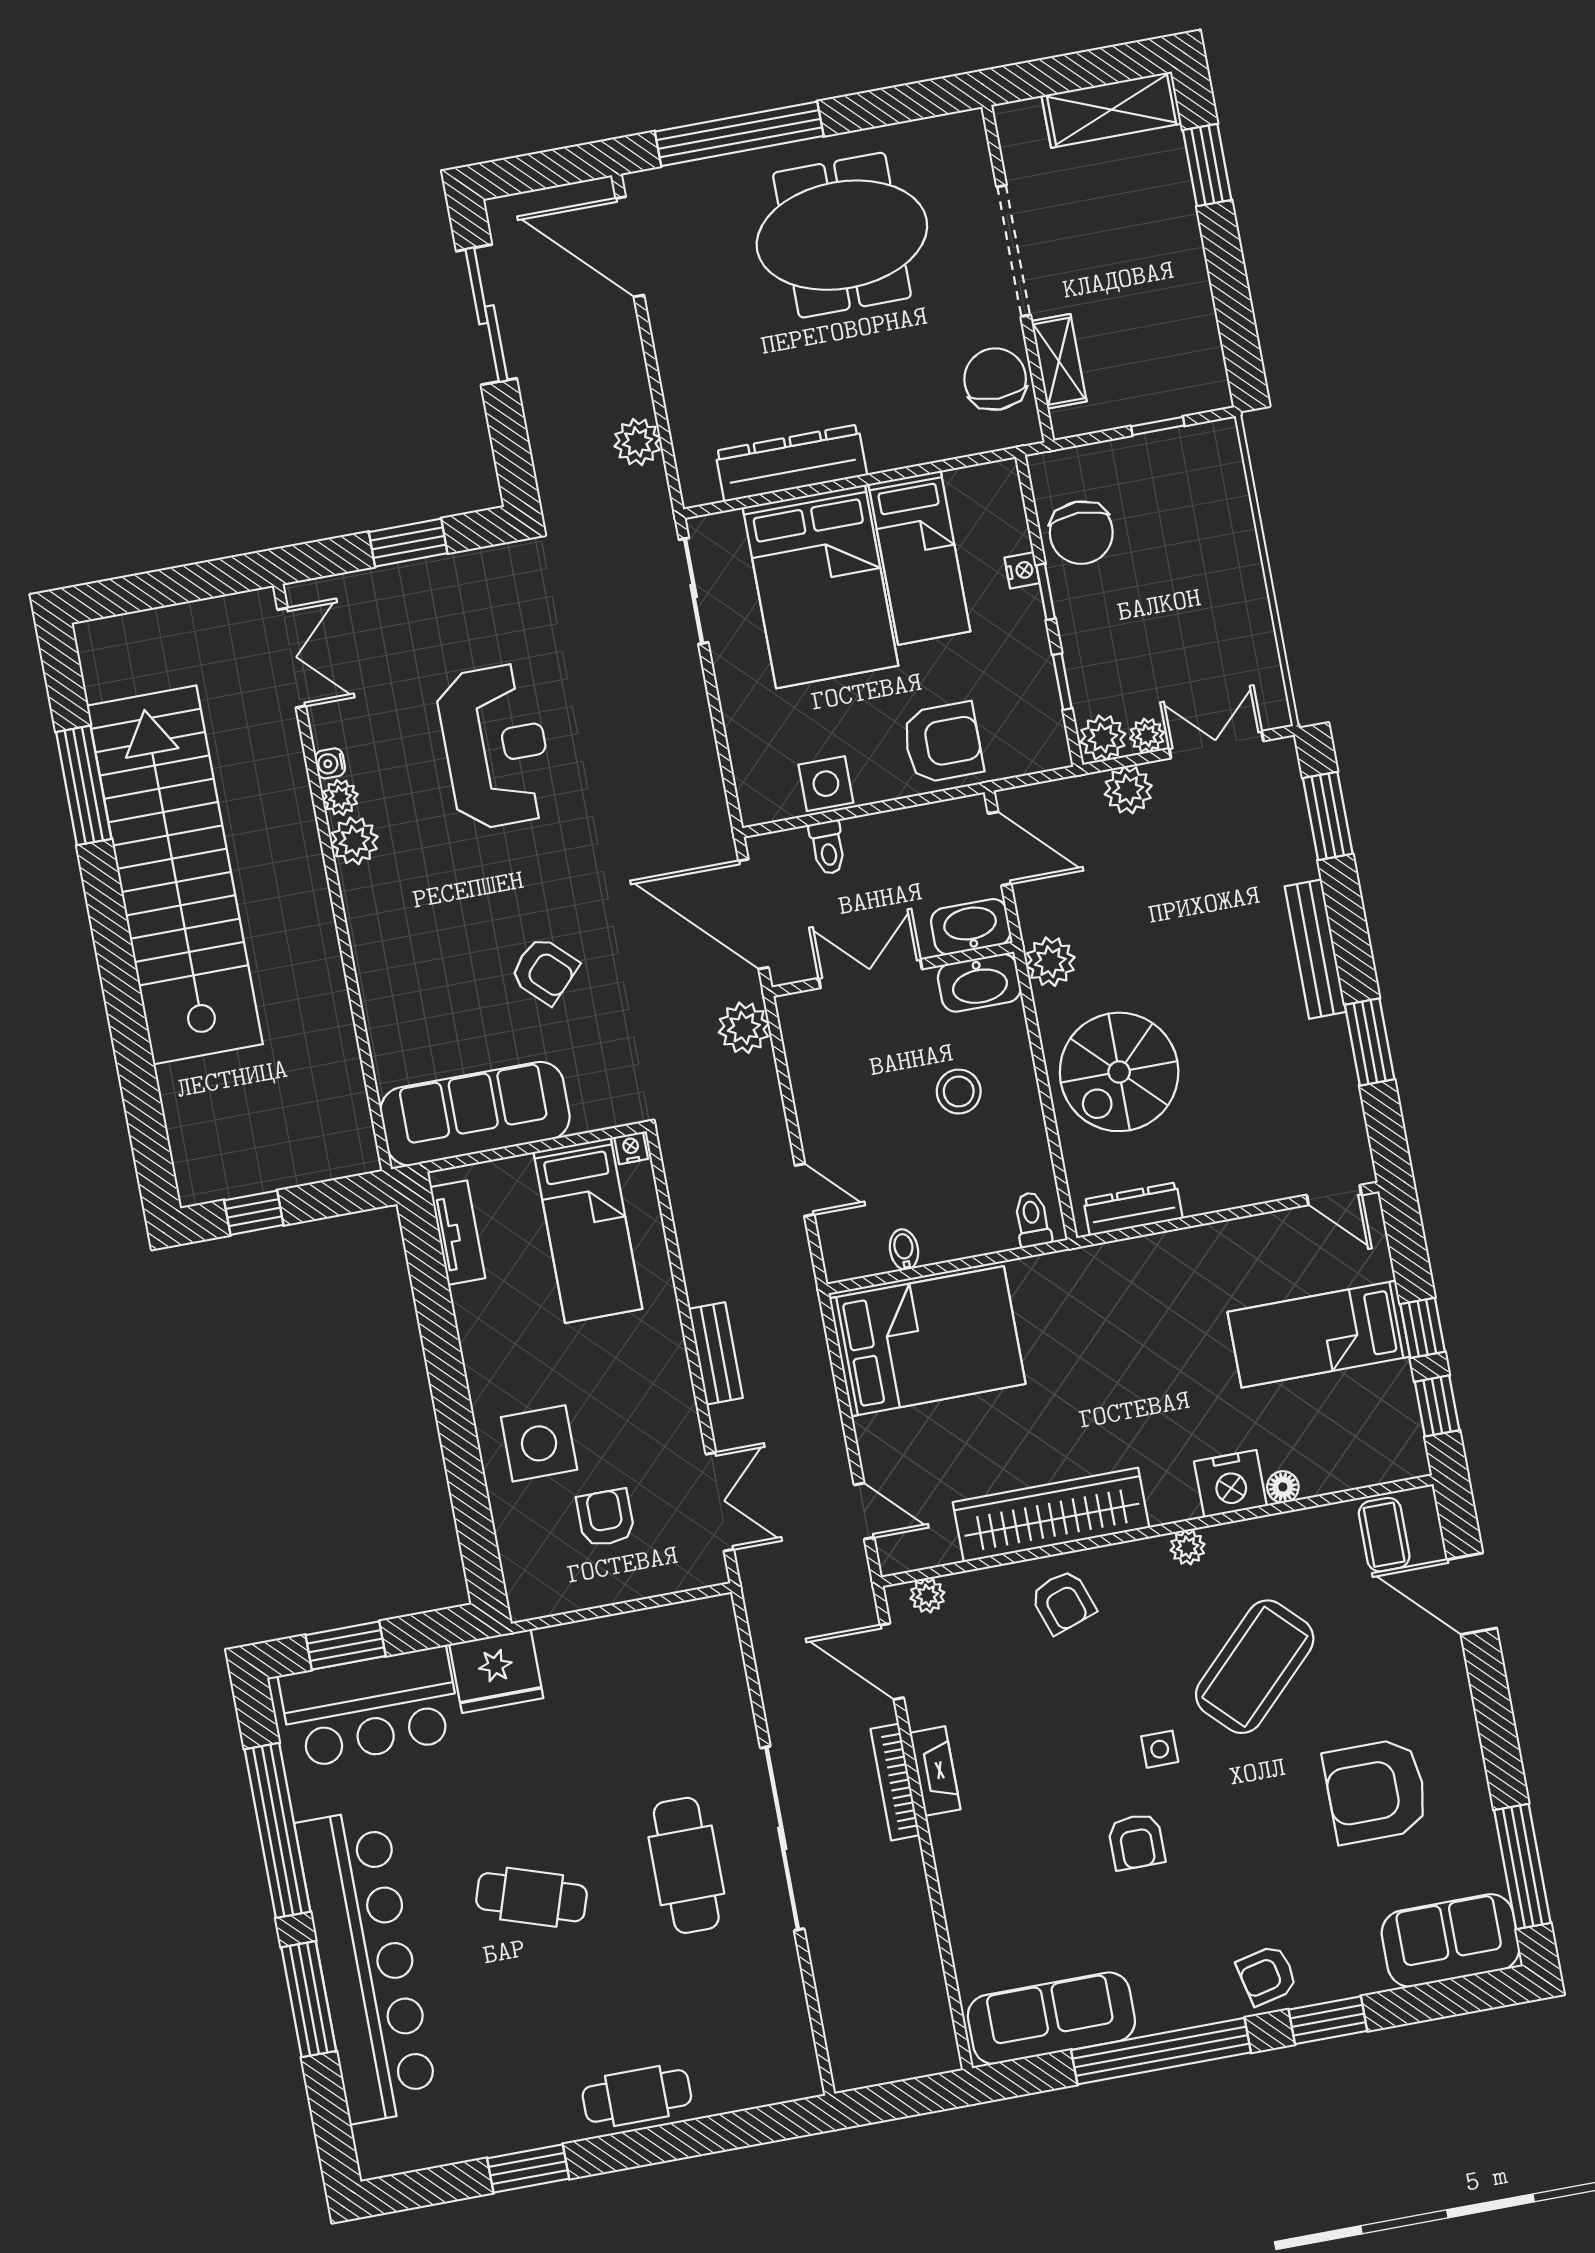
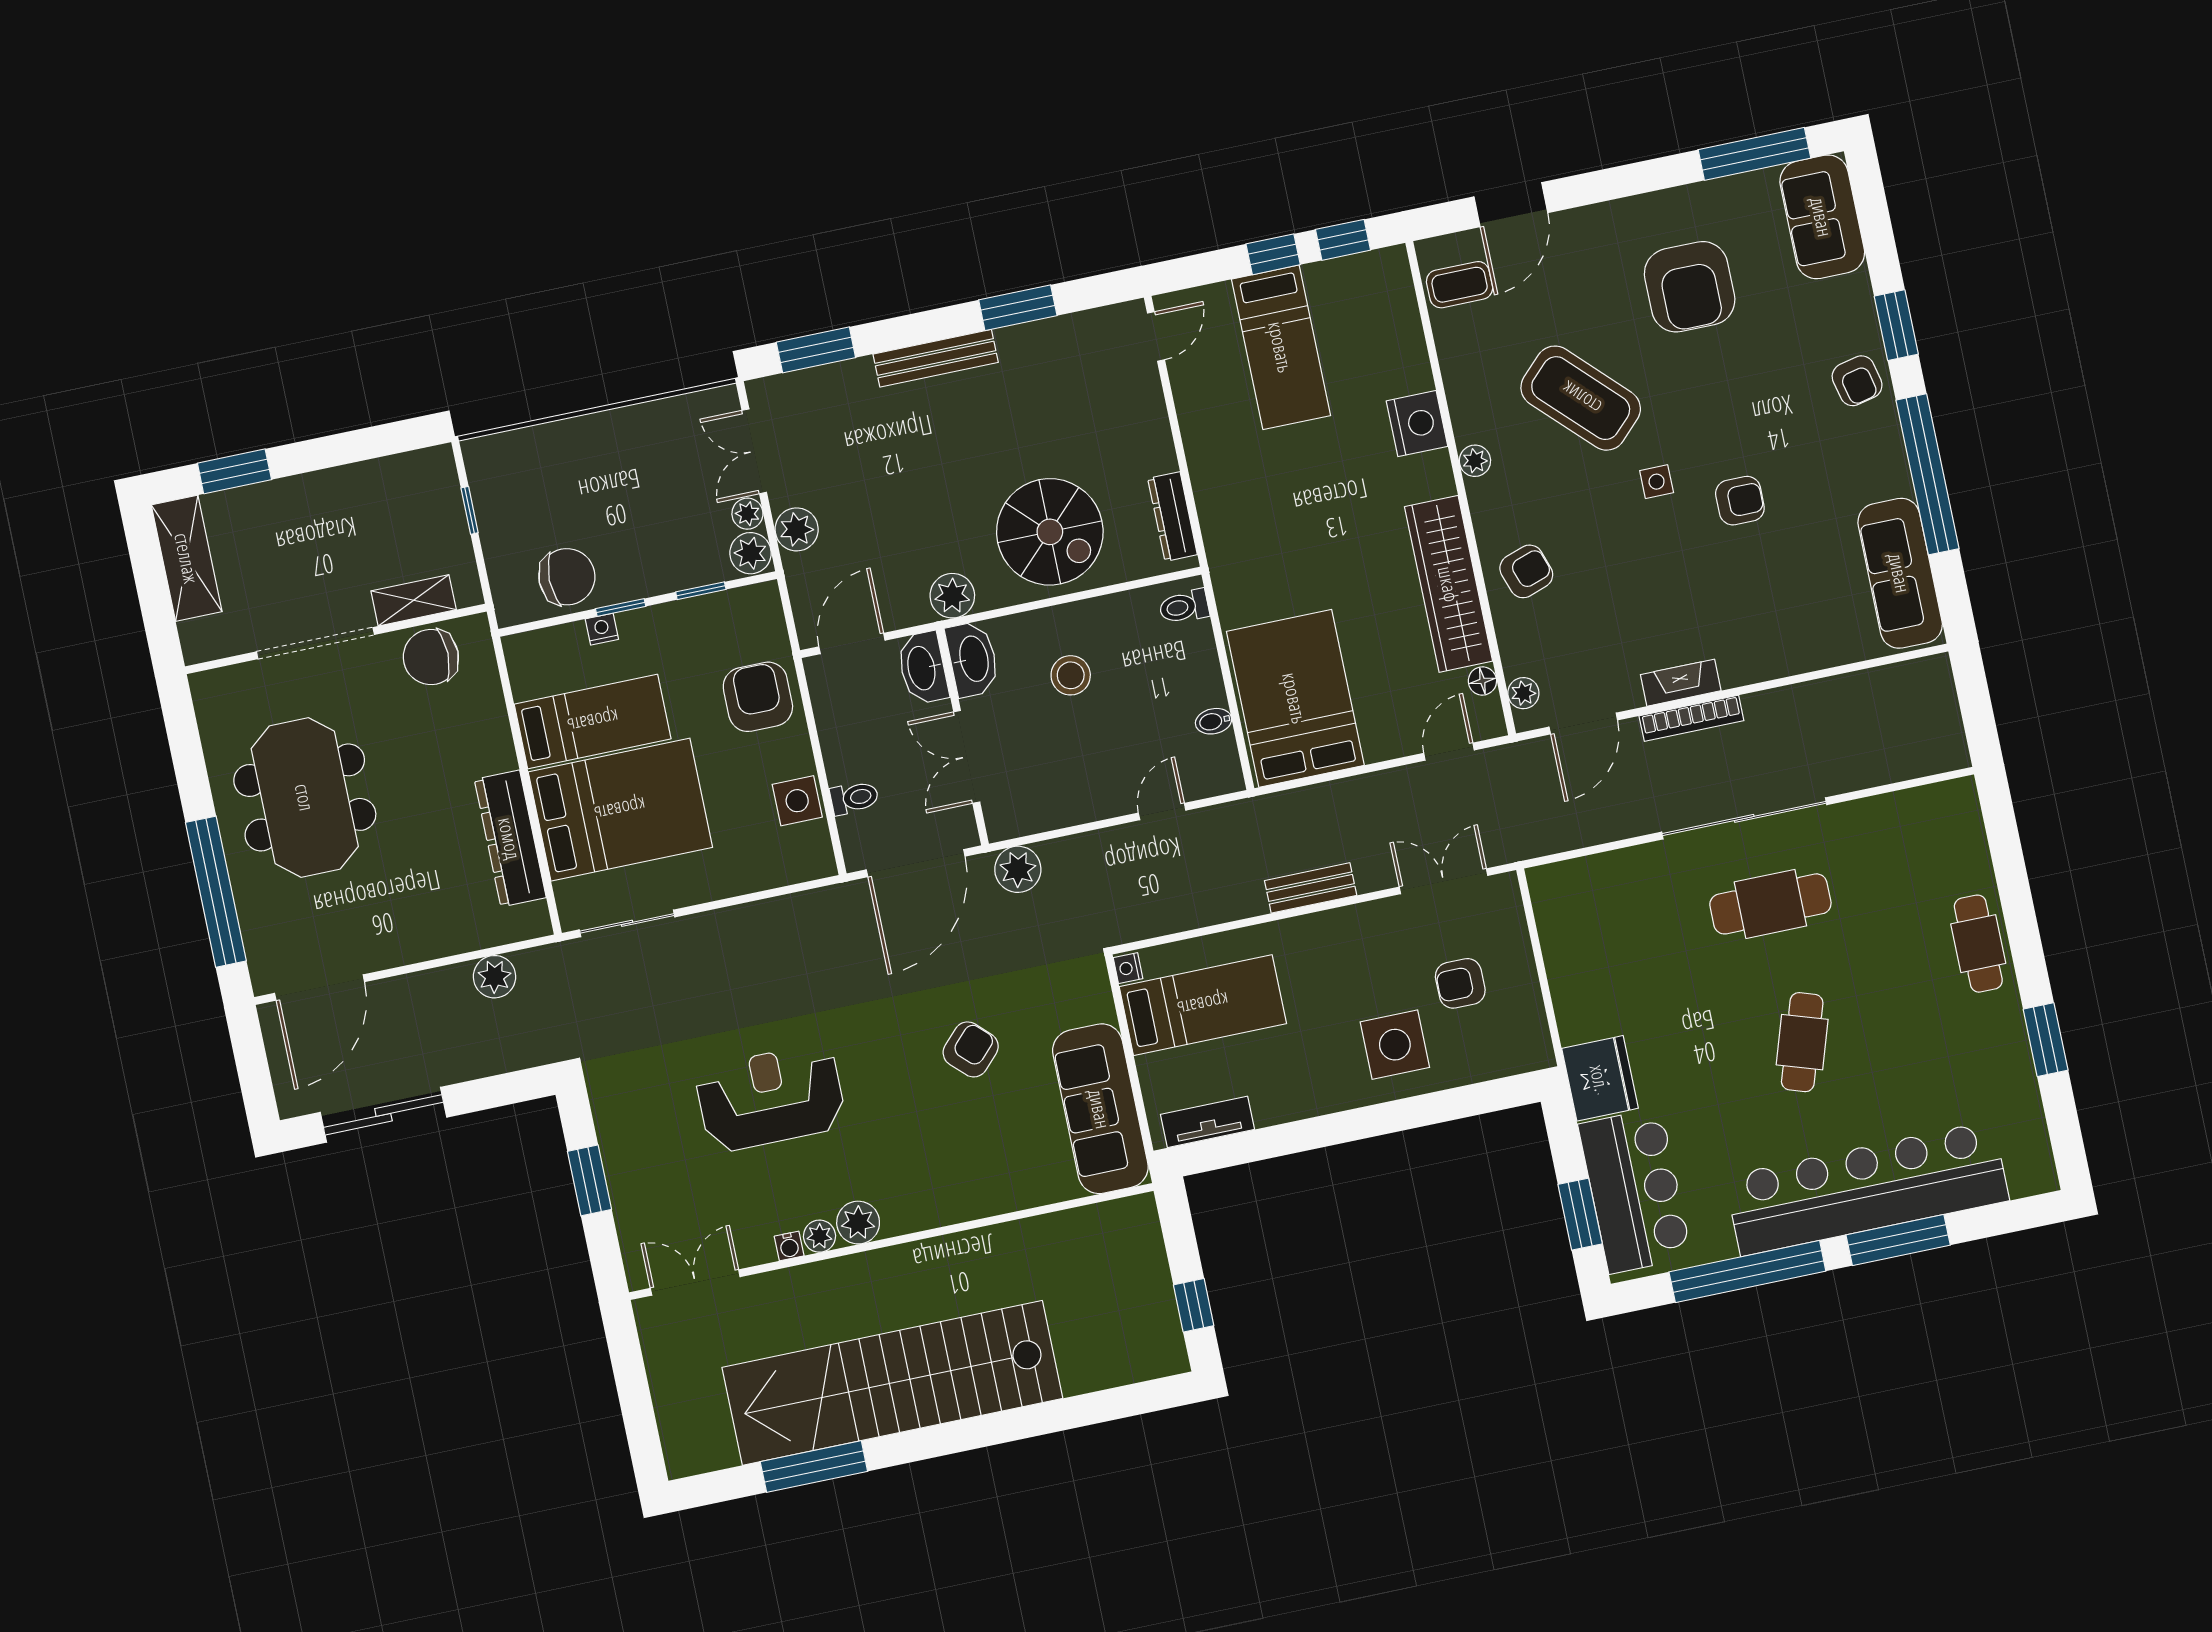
floor lamp: (1283, 1487) -> (1482, 681), moved

